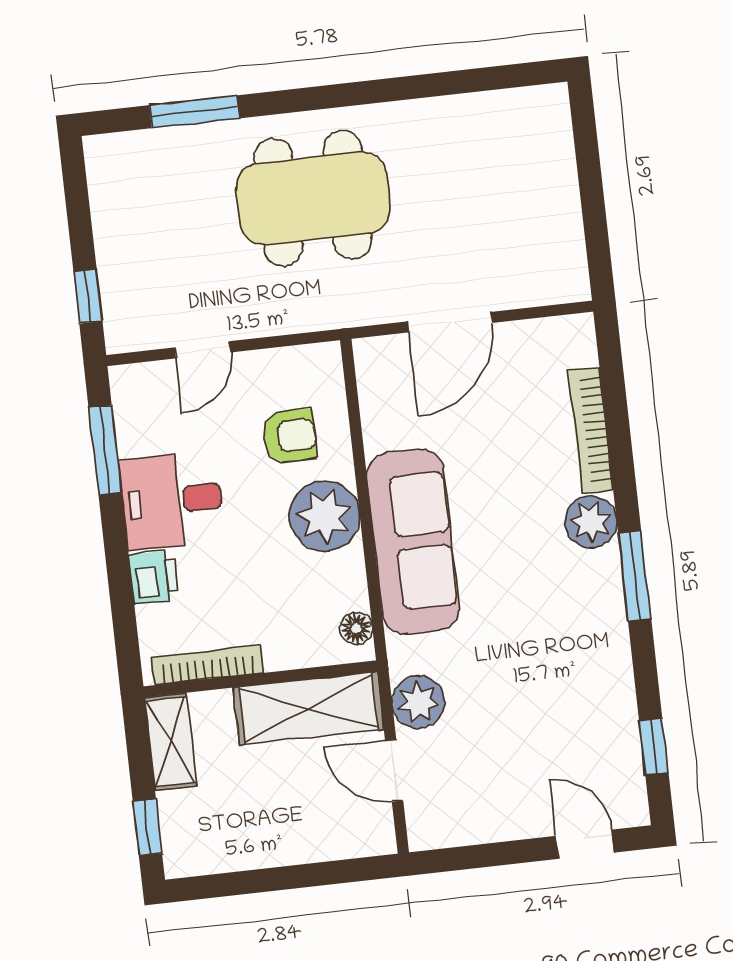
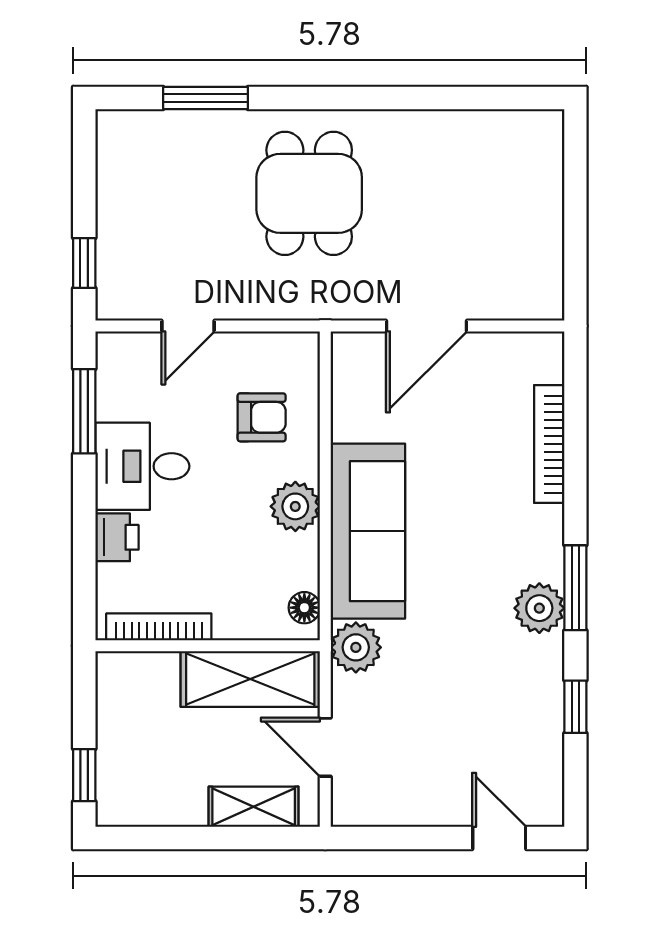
dining table: (313, 198) -> (309, 193), width x0.73
plant: (325, 516) -> (295, 506), width x0.73, depth x0.73
plant: (591, 522) -> (539, 608), moved
plant: (418, 702) -> (356, 647), moved
shelving: (171, 742) -> (254, 807), moved, turned 90
window: (654, 746) -> (575, 707), moved

